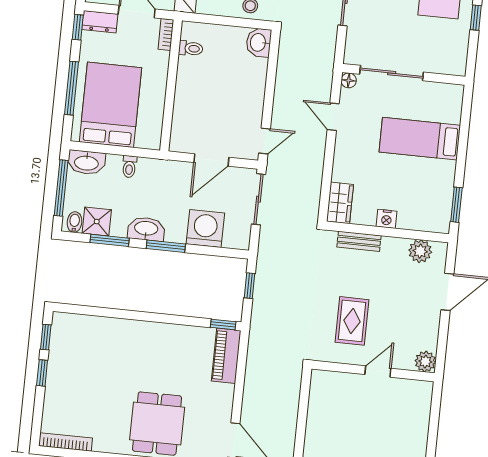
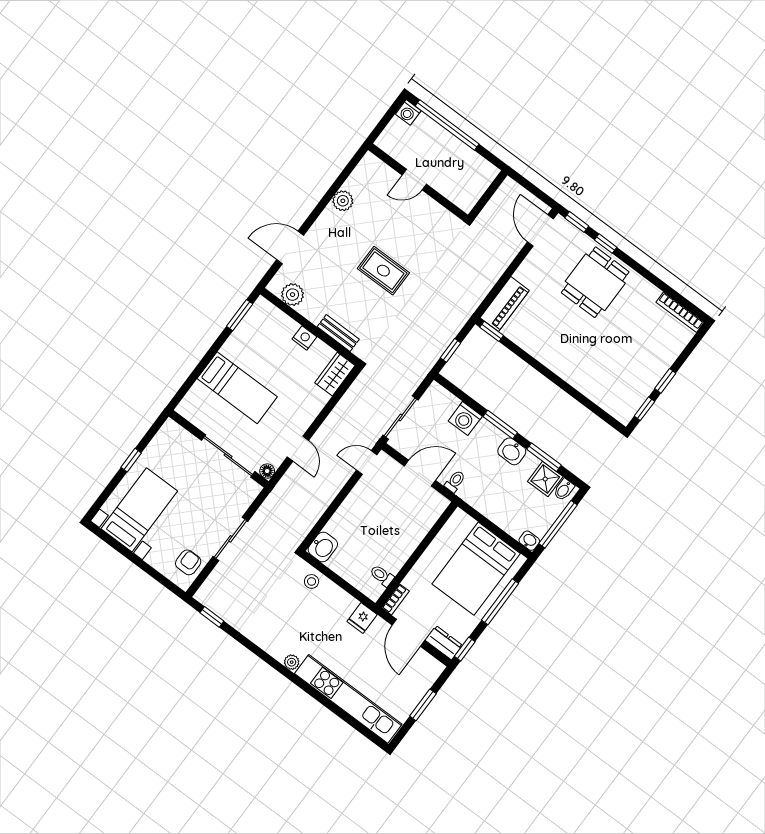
washbasin: (86, 162) -> (529, 541), width x0.52, depth x0.69
toilet: (129, 167) -> (455, 481), moved
washbasin: (146, 229) -> (512, 451), width x0.72
washing machine: (205, 229) -> (465, 419), width x0.73, depth x0.73
rug: (352, 321) -> (383, 271), turned 90
wall: (373, 371) -> (418, 182), moved
door: (378, 371) -> (414, 180), moved

